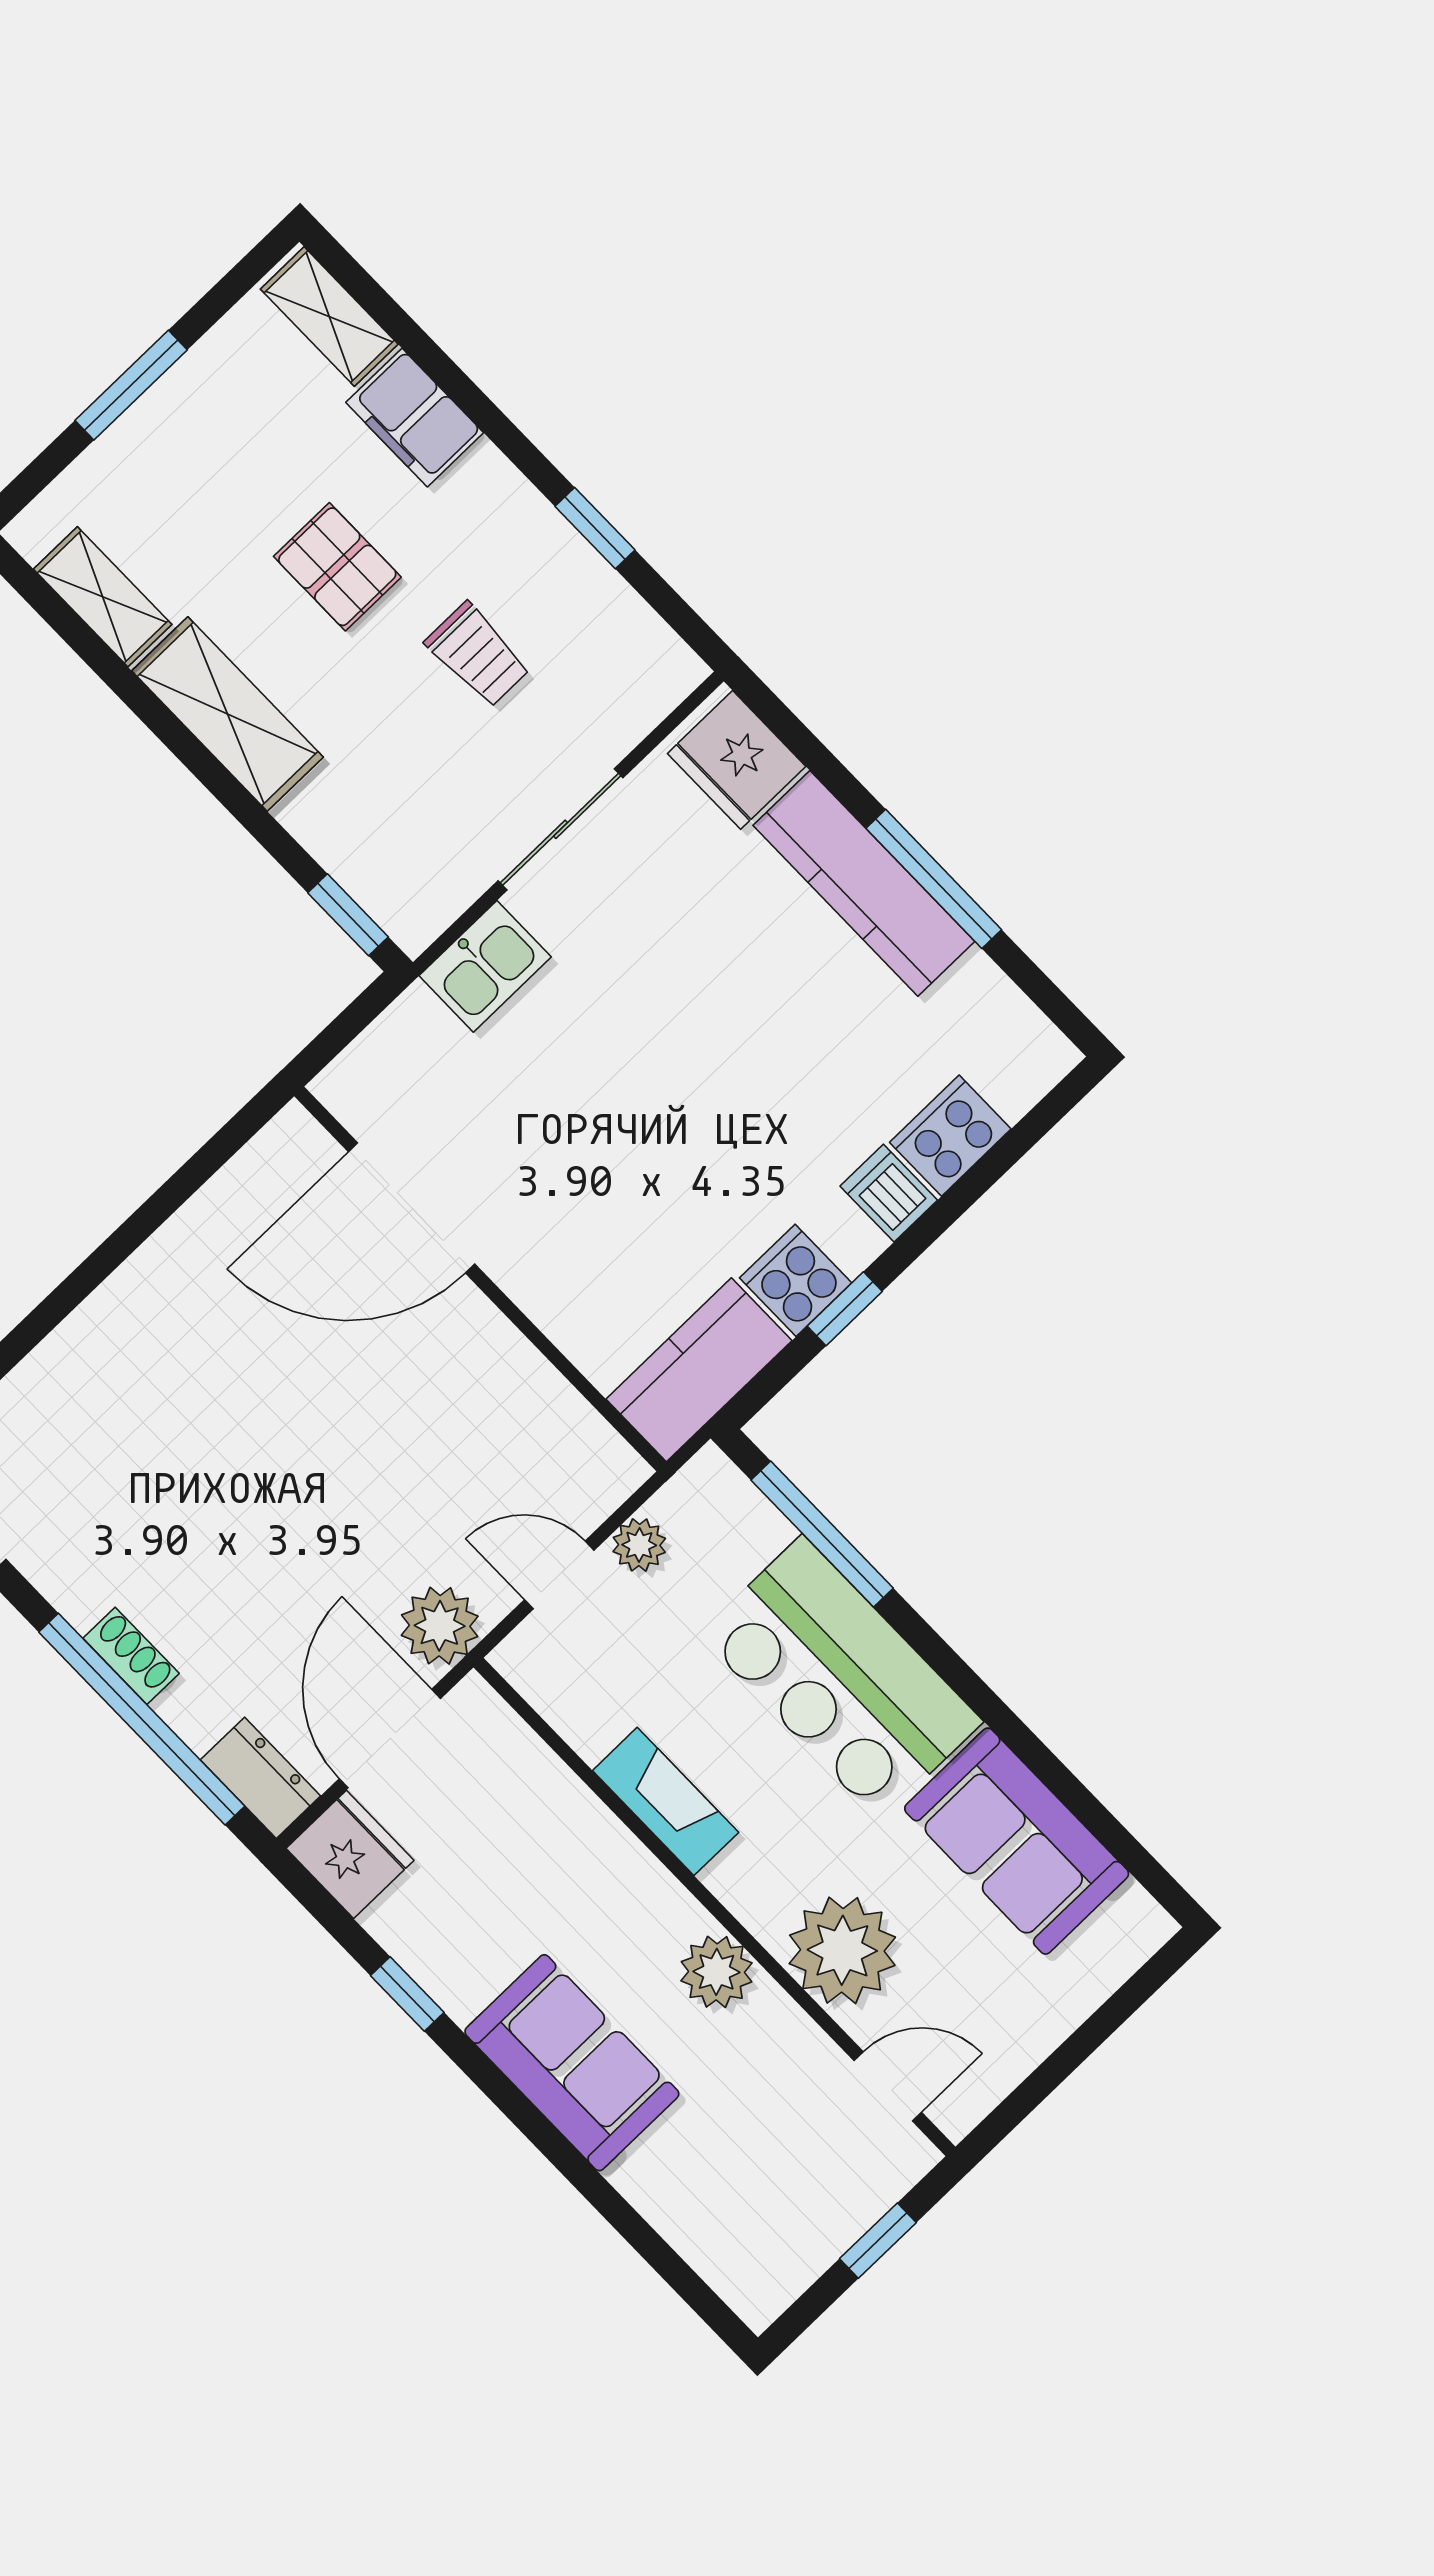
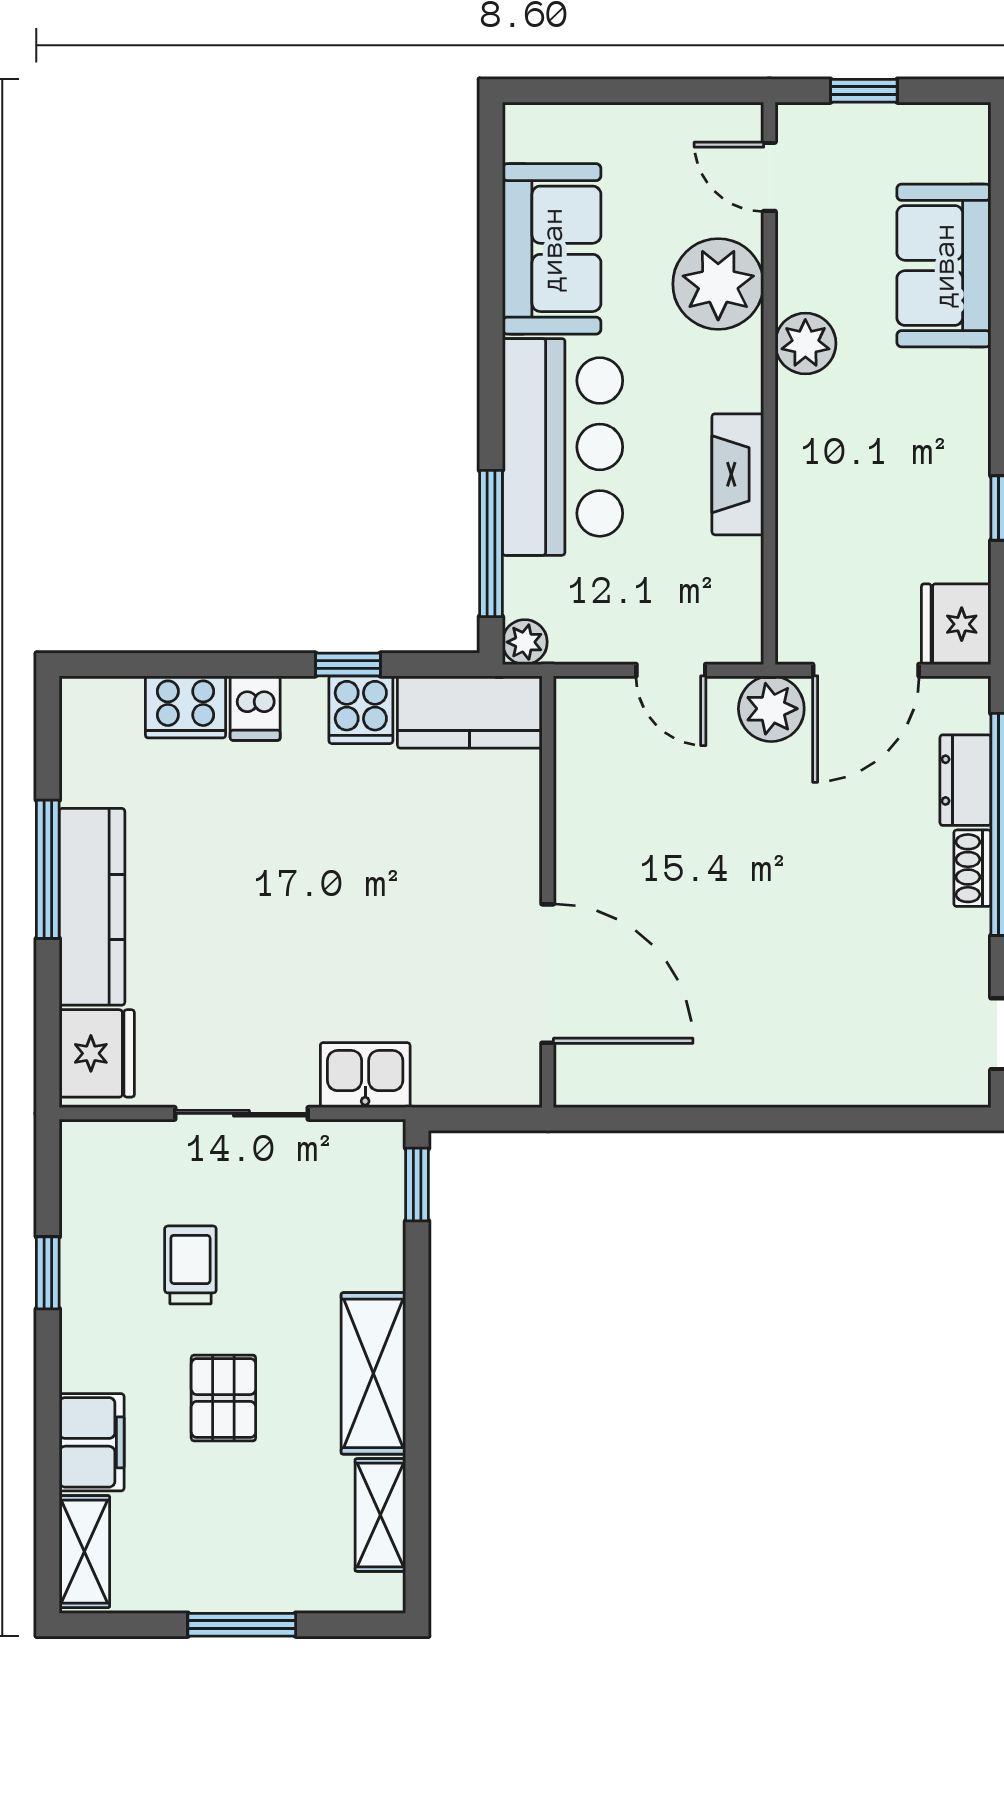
plant: (639, 1545) -> (525, 642), moved
dresser: (260, 1778) -> (965, 780), moved
sofa: (572, 2063) -> (944, 265), moved

